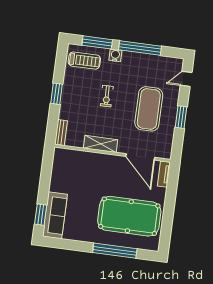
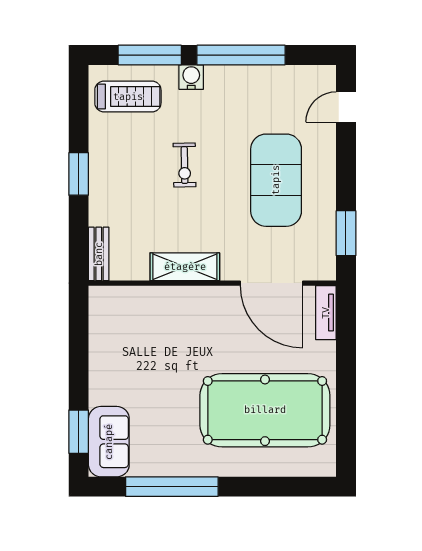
window: (181, 117) -> (346, 233), moved
sofa: (55, 215) -> (109, 442), width x0.73
window: (115, 251) -> (172, 487), moved

